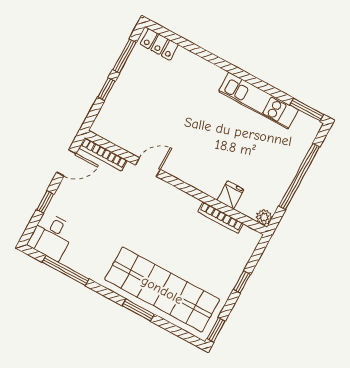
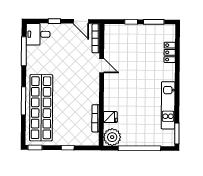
locker: (159, 44) -> (170, 52), moved
plant: (264, 217) -> (112, 137), width x1.87, depth x1.87
window: (138, 310) -> (24, 101), width x1.44

